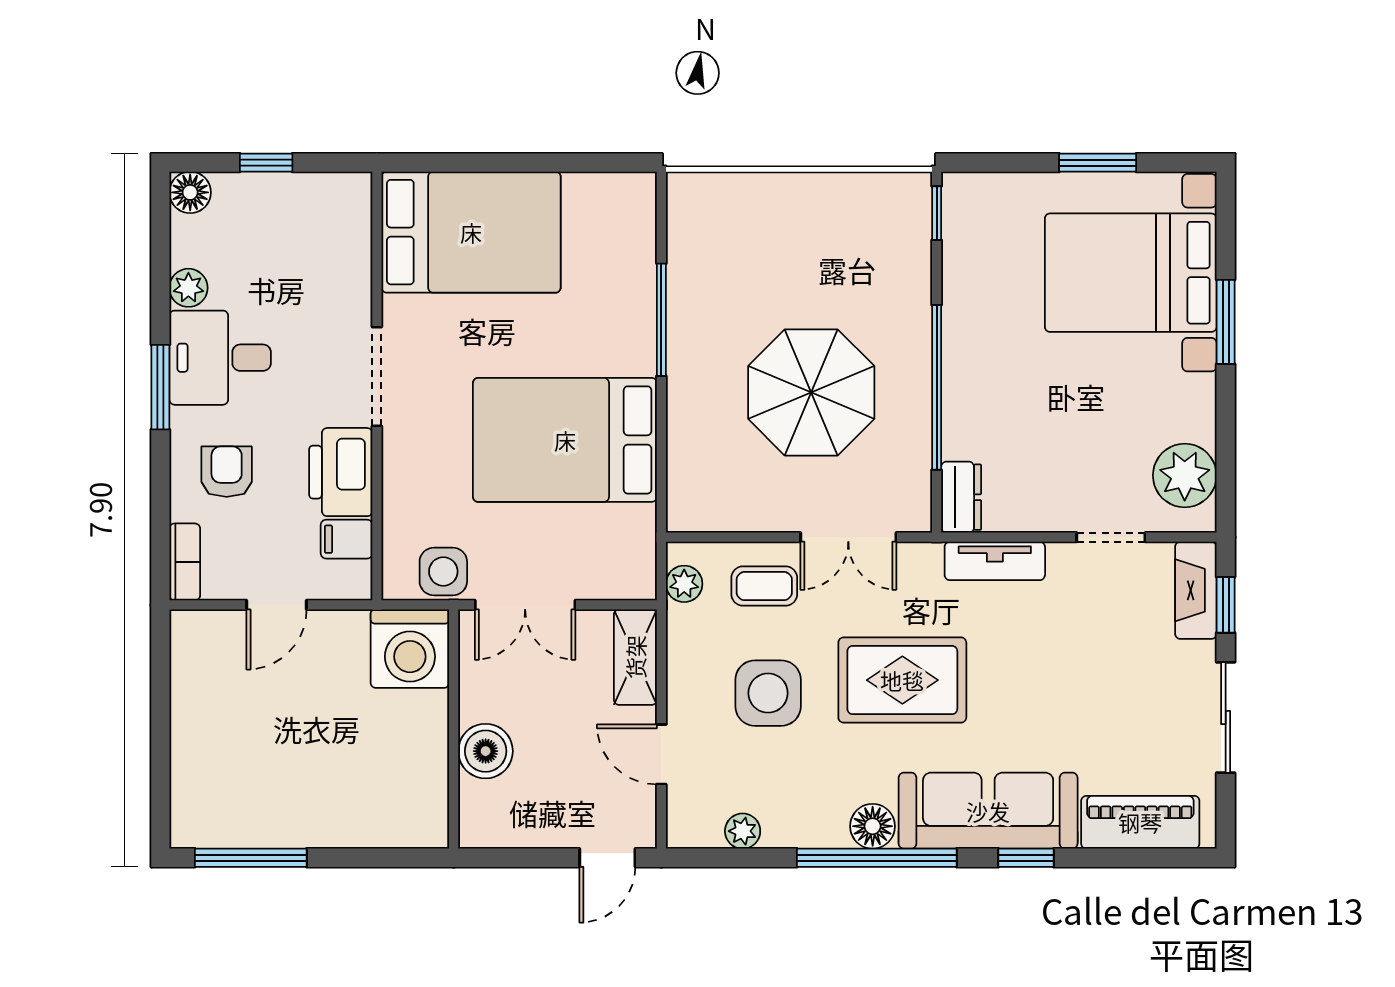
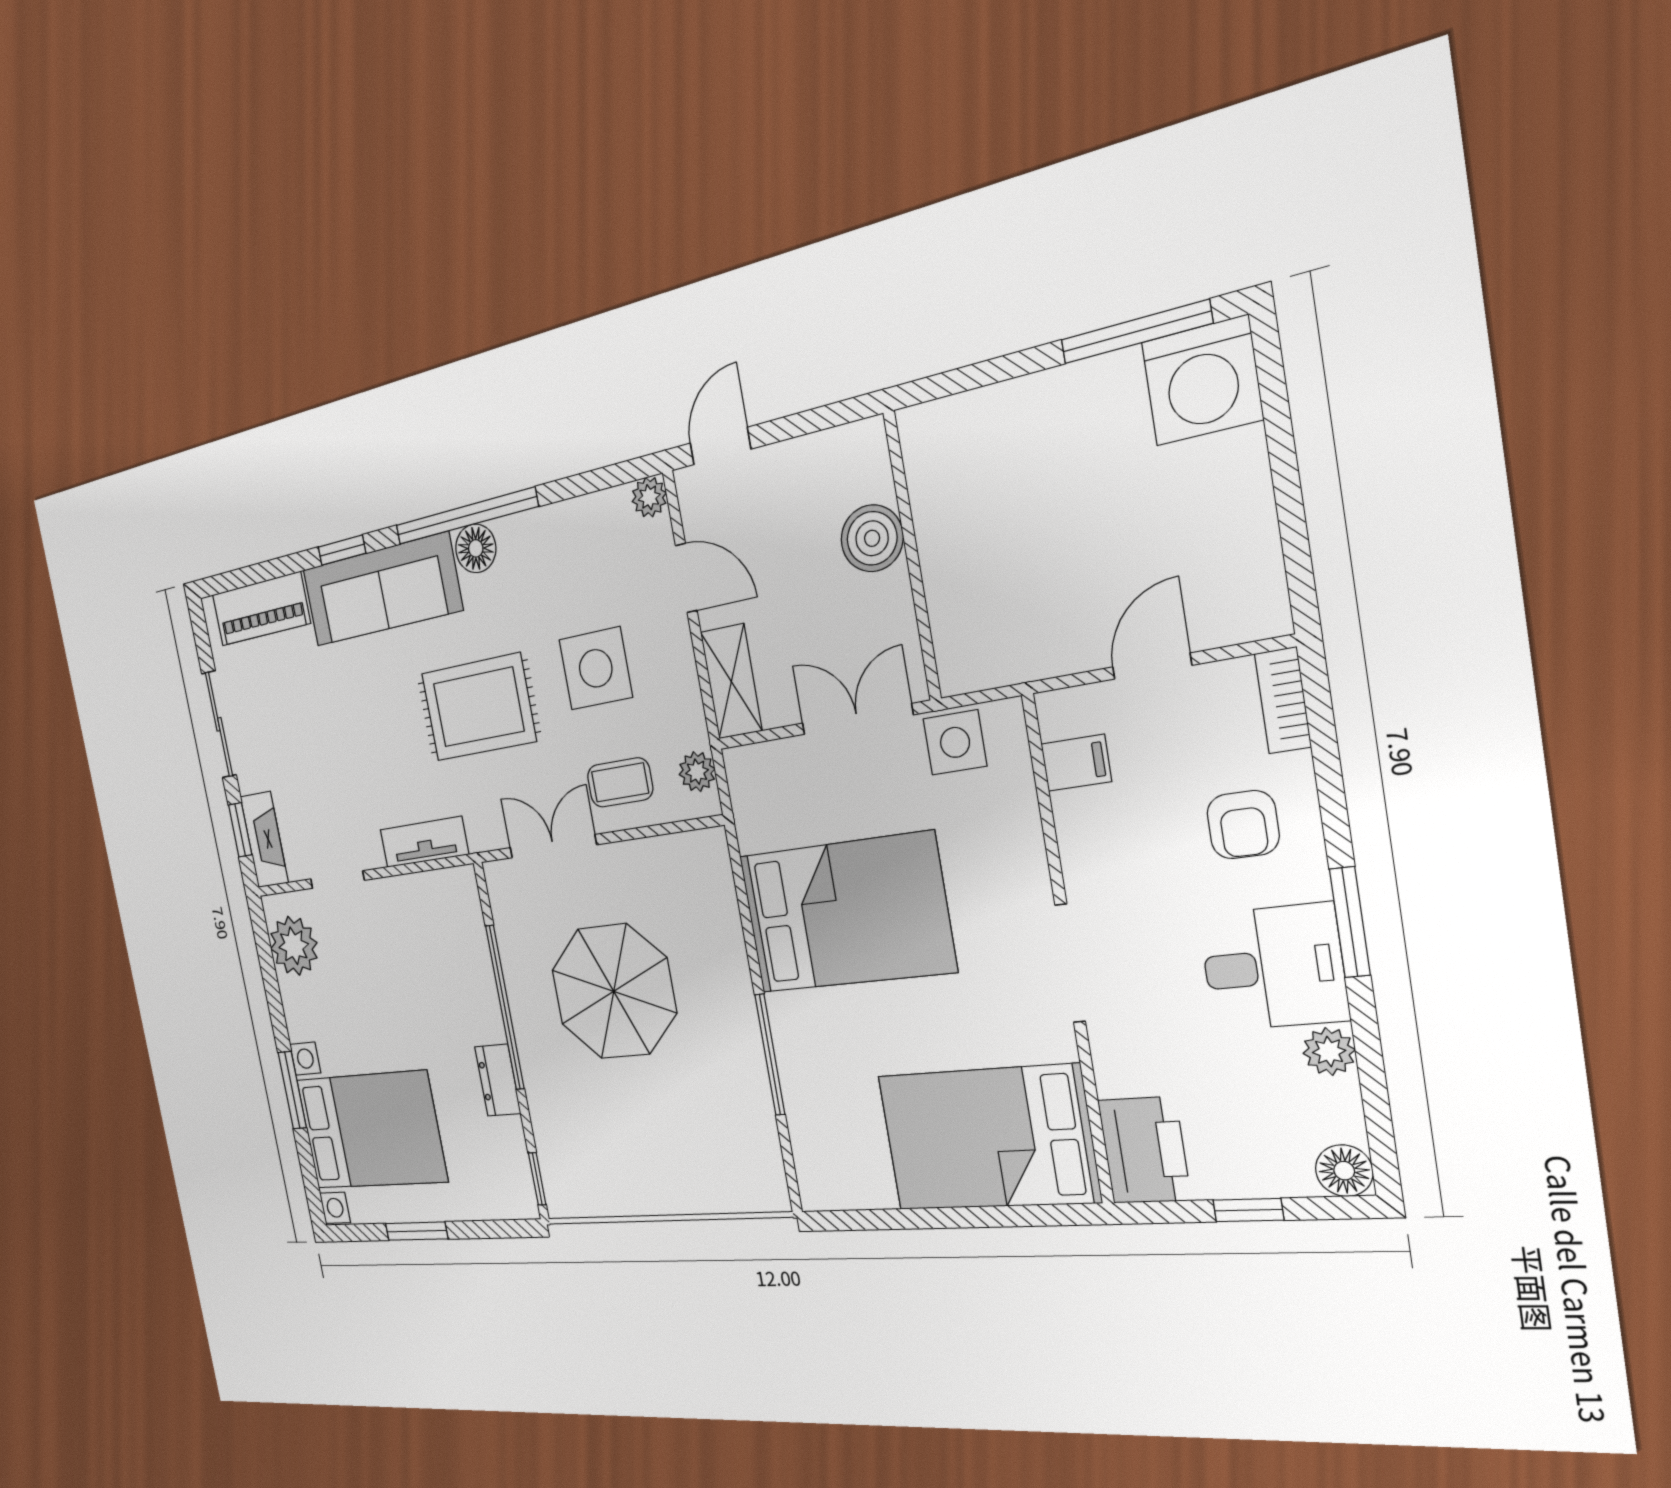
printer: (341, 472) -> (1144, 1150), moved
dresser: (961, 497) -> (498, 1080), moved
washing machine: (410, 649) -> (1202, 381), moved, turned 180
plant: (743, 831) -> (649, 497), moved

